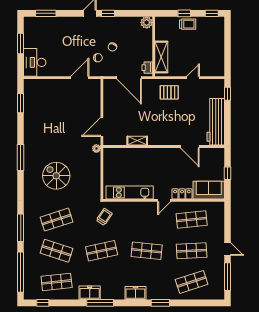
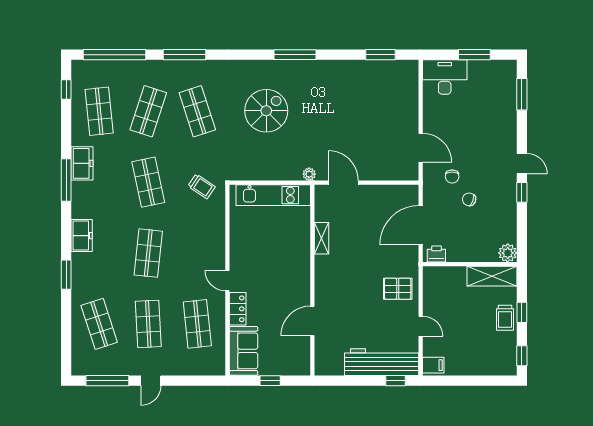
shelving: (161, 57) -> (492, 276), moved
filing cabinet: (218, 70) -> (433, 365), added
pallet: (169, 92) -> (398, 289), turned 90
workbench: (216, 122) -> (382, 362), moved
kitchen unit: (130, 193) -> (273, 195), moved, turned 90

